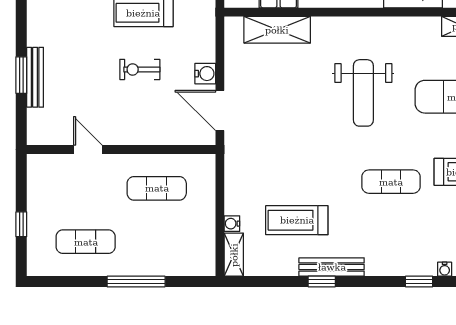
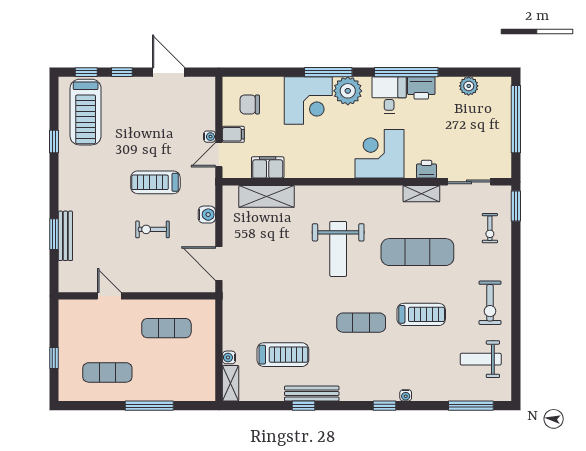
water cooler: (205, 74) -> (207, 215), moved
treadmill: (297, 220) -> (283, 355), turned 180

